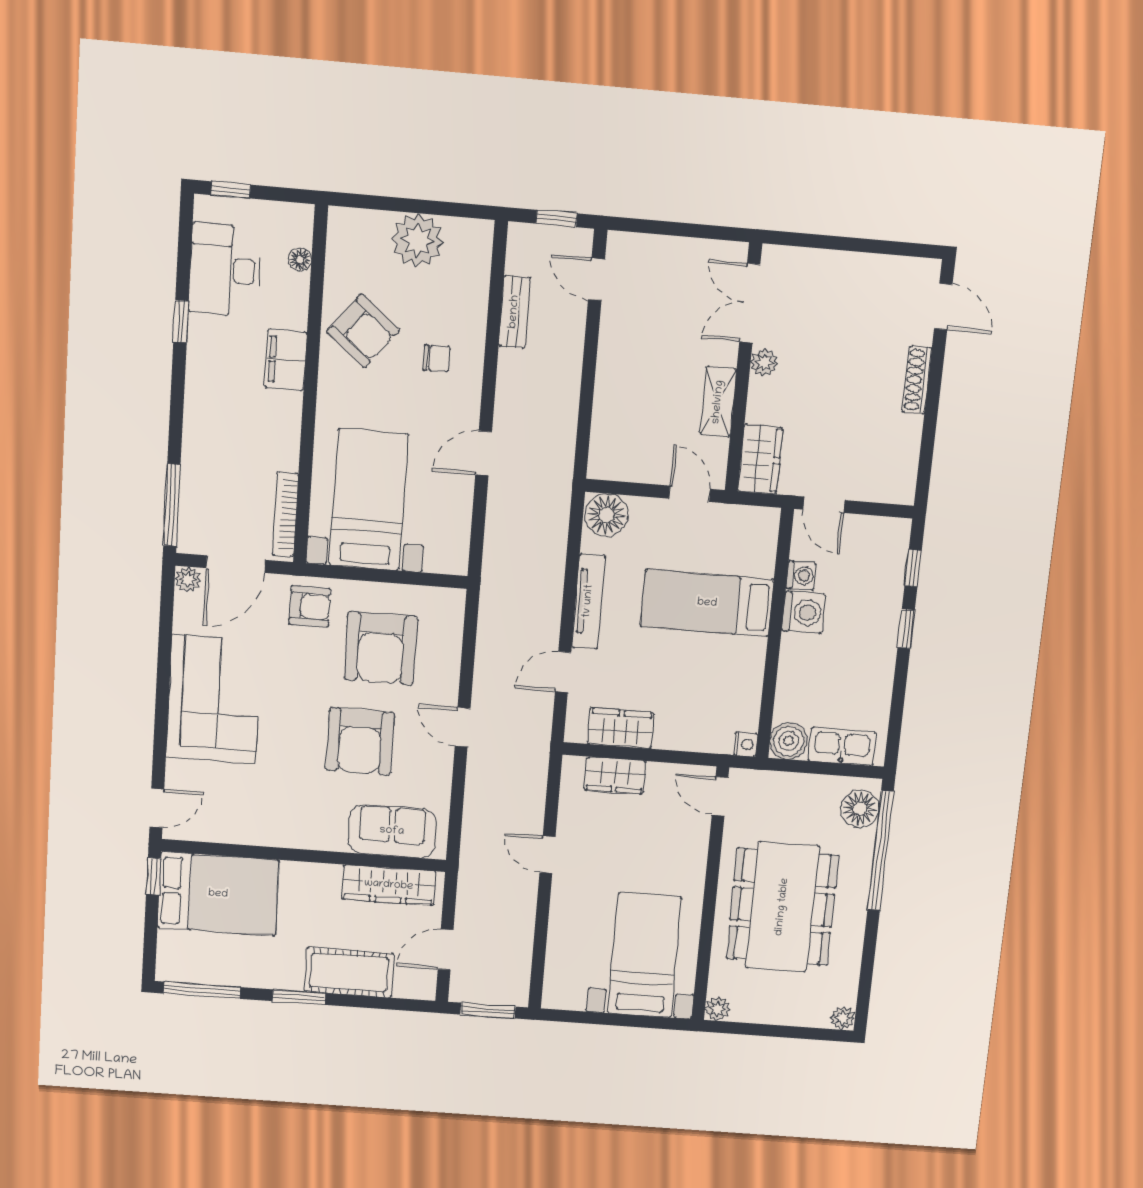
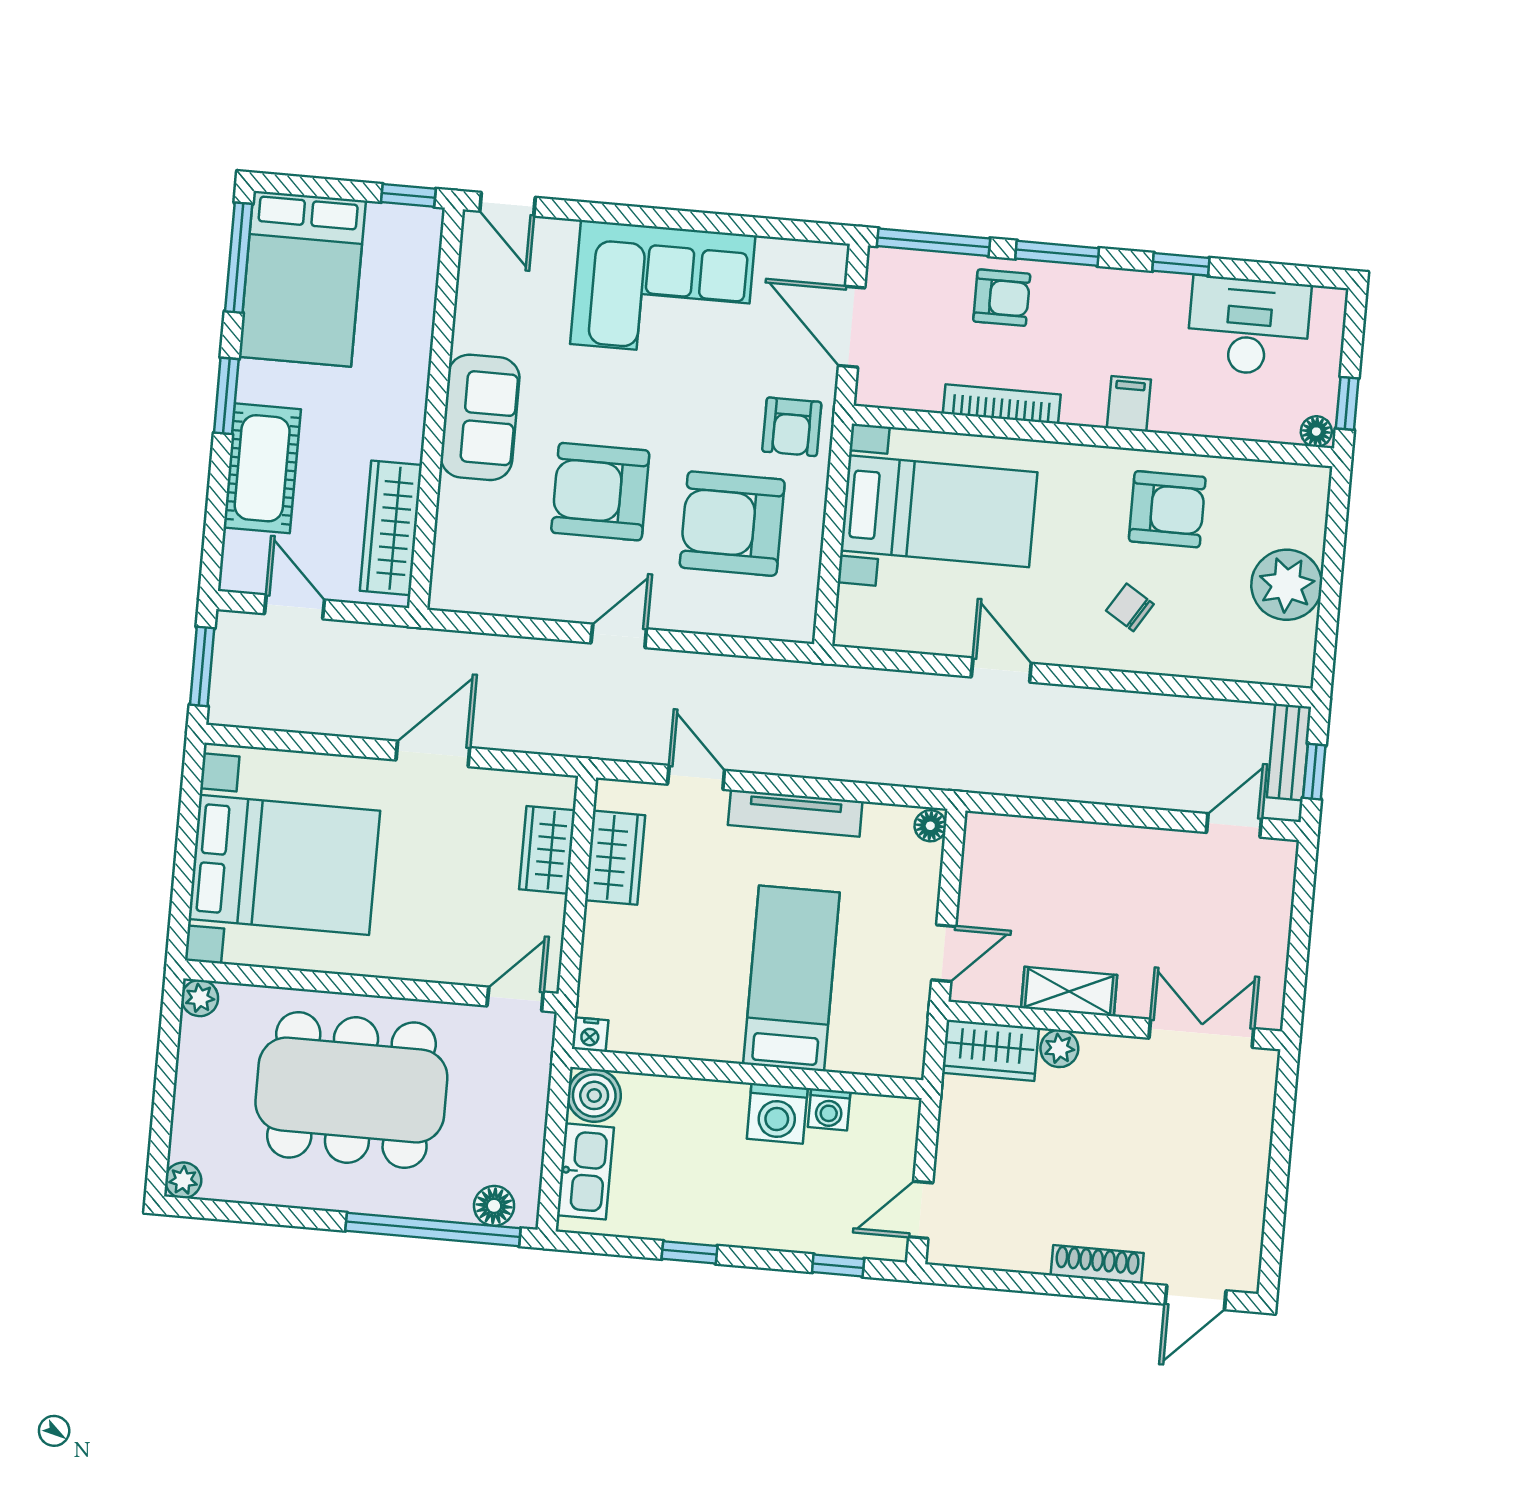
window: (231, 190) -> (1347, 403), moved
floor lamp: (300, 259) -> (1316, 432), moved
bench: (514, 312) -> (1289, 752), moved, turned 90
armchair: (363, 331) -> (1167, 509), turned -129
chair: (436, 358) -> (1130, 607), turned 122
filing cabinet: (286, 360) -> (1129, 404), width x0.50
plant: (764, 362) -> (1059, 1048), moved
window: (176, 414) -> (1057, 253), added
armchair: (211, 455) -> (1002, 298), added
door: (824, 505) -> (921, 1210), moved
bookcase: (285, 514) -> (1002, 404), moved
floor lamp: (606, 515) -> (930, 826), width x0.53, depth x0.53
plant: (188, 579) -> (831, 260), removed
window: (906, 629) -> (689, 1252), moved
floor lamp: (860, 809) -> (494, 1206), width x0.73, depth x0.73
sofa: (392, 831) -> (480, 417), moved
door: (548, 855) -> (433, 754), width x1.38
bed: (218, 894) -> (302, 279), moved
bed with nightstands: (645, 955) -> (284, 865), width x1.36

